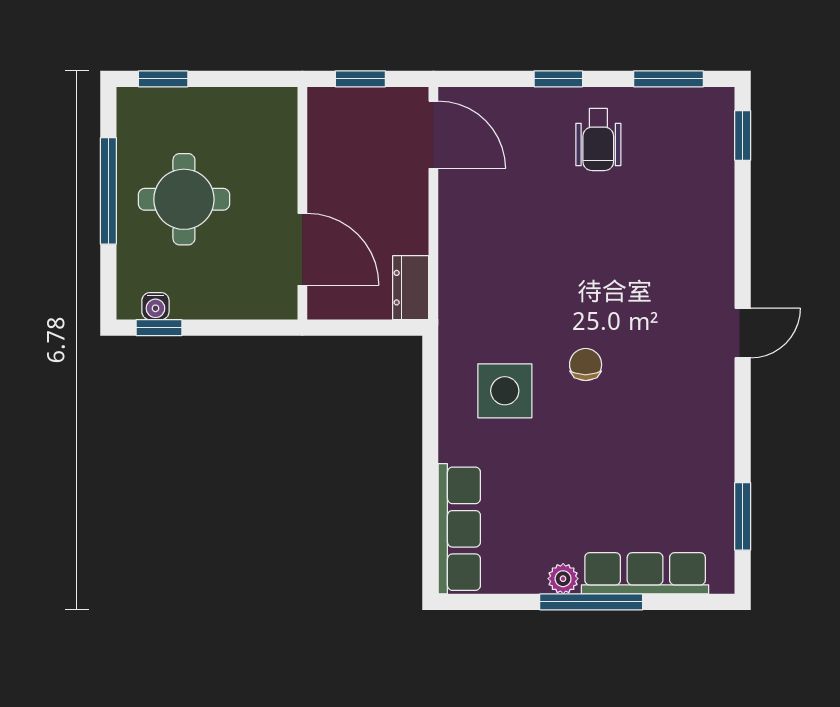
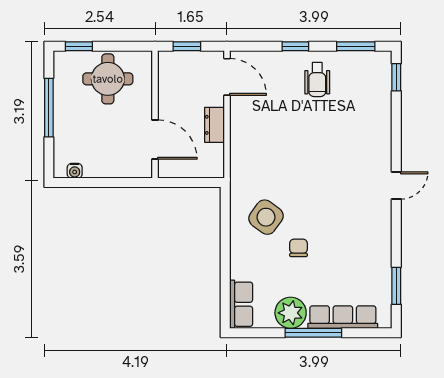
round table: (184, 199) -> (108, 79), moved
dresser: (411, 288) -> (214, 125), moved
window: (159, 328) -> (77, 183), removed
chair: (586, 365) -> (298, 248), moved
side table: (505, 391) -> (266, 217), turned 36
row of seats: (459, 529) -> (241, 304), width x0.68
plant: (563, 579) -> (291, 313), width x1.87, depth x1.87

